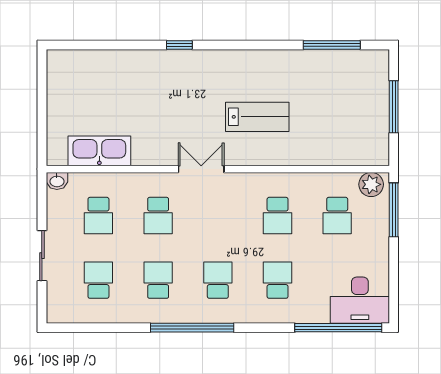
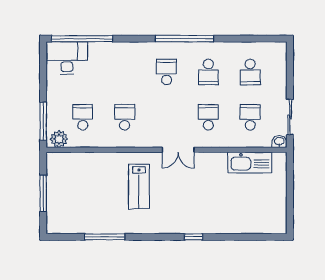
window: (332, 45) -> (105, 237), moved
lab bench: (257, 117) -> (139, 186), turned -90
sliding door: (42, 256) -> (290, 117), moved
school desk: (218, 280) -> (166, 72), turned 180
school desk: (278, 280) -> (125, 72), removed

